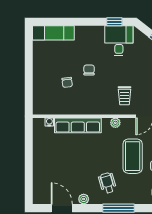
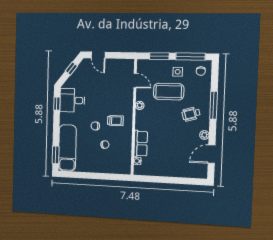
window: (52, 22) -> (56, 155), added
exam couch: (53, 33) -> (67, 148), width x1.36, depth x1.45
trolley: (125, 96) -> (115, 121), moved
row of seats: (78, 125) -> (141, 144), width x0.68

